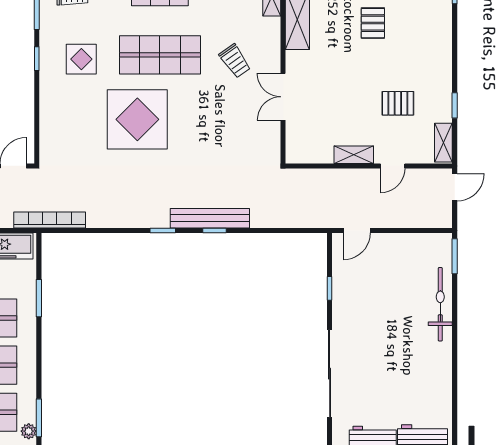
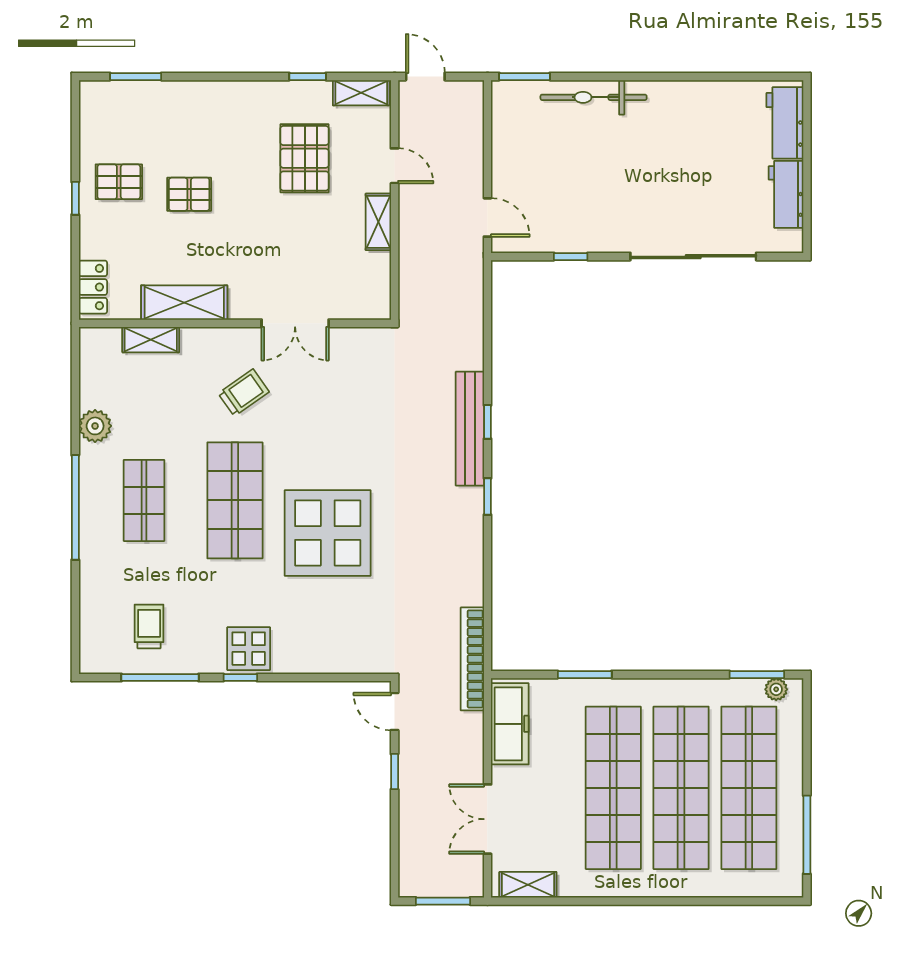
display table: (81, 59) -> (249, 649), moved
pallet: (398, 103) -> (305, 158), width x1.50, depth x1.42

